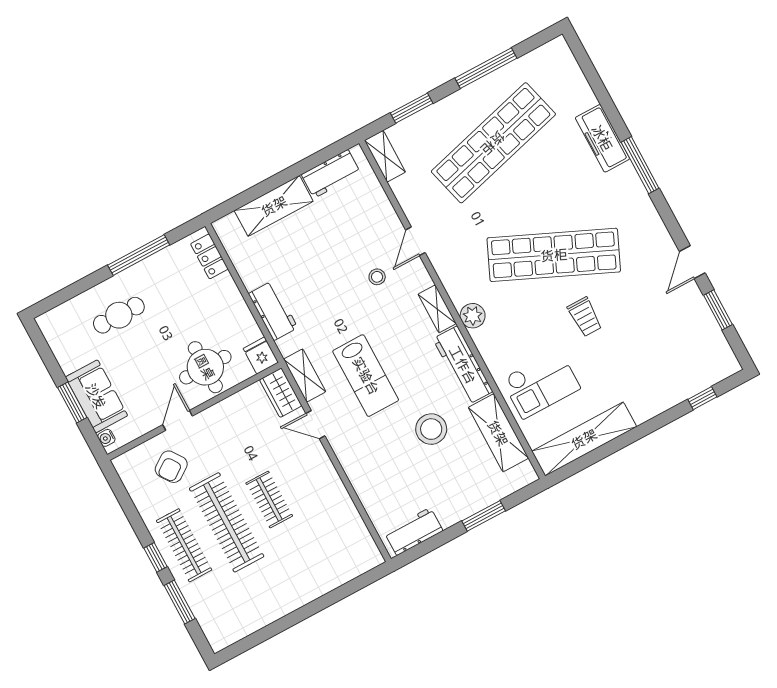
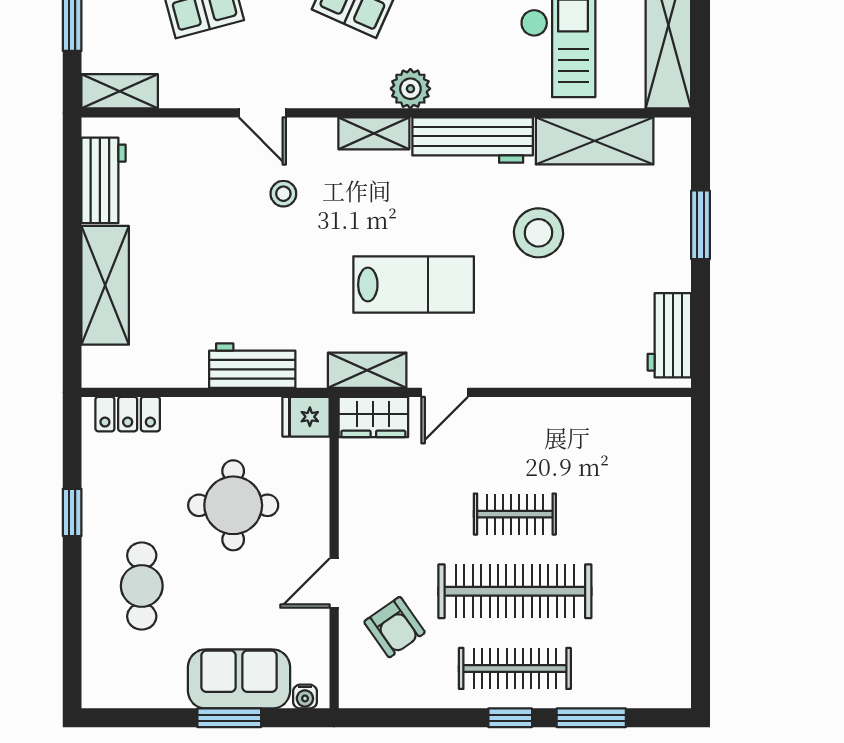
window: (139, 255) -> (72, 512), width x0.46
round table: (205, 367) -> (233, 505), moved
door: (178, 420) -> (334, 583), hinge flipped

